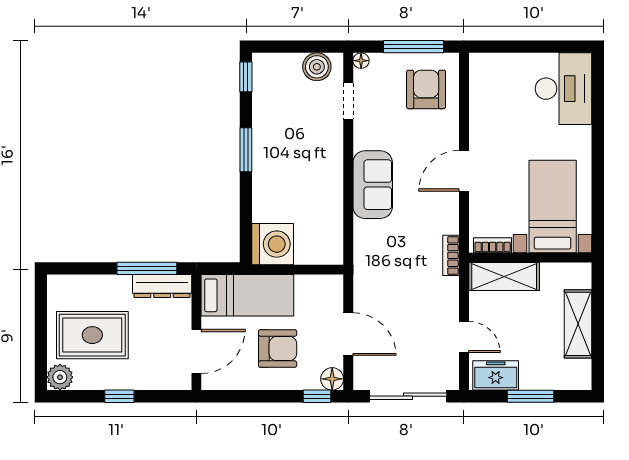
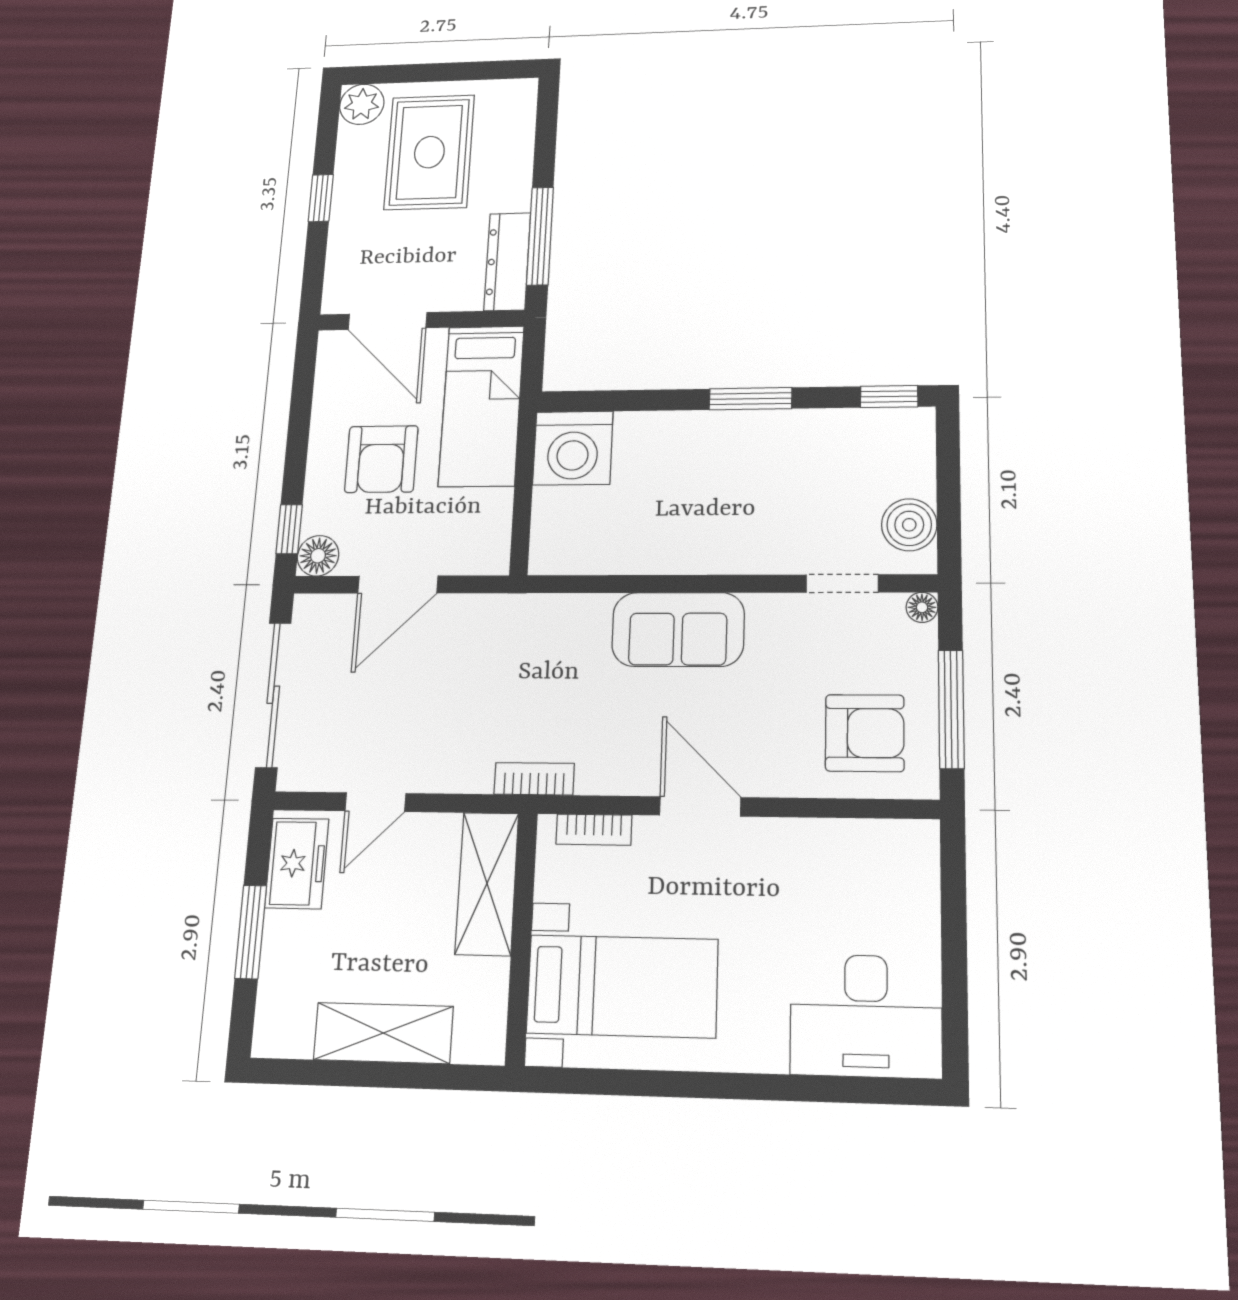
bookcase: (493, 245) -> (594, 830), moved, turned 90

